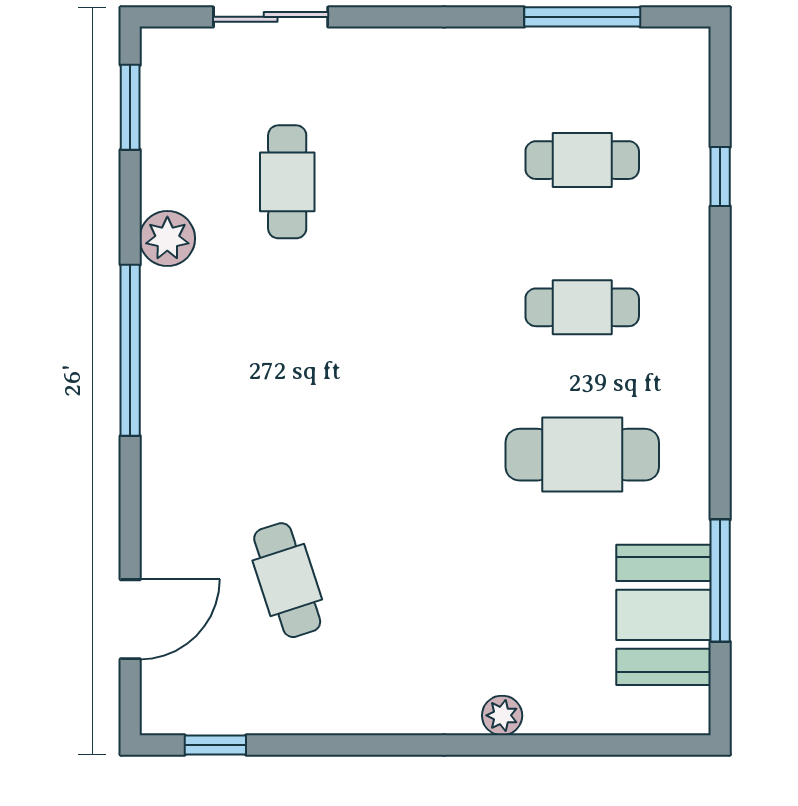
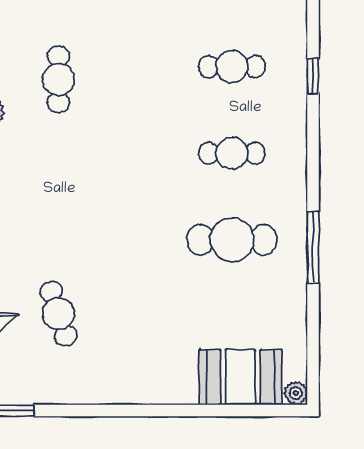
window: (720, 581) -> (313, 247), moved
booth: (664, 615) -> (240, 377), moved, turned 90
plant: (502, 715) -> (296, 393), moved

